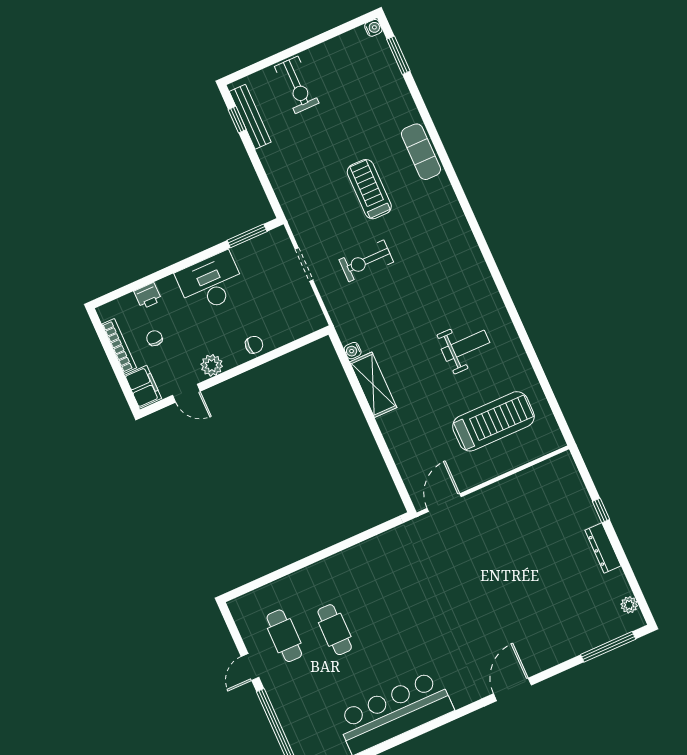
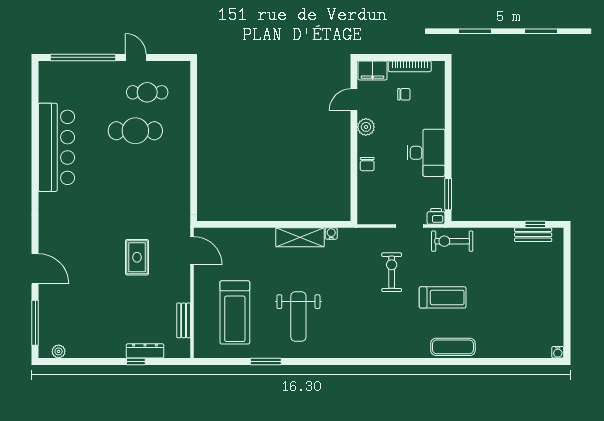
window: (398, 55) -> (266, 361), moved
exercise bike: (297, 85) -> (452, 241), moved
bench: (250, 117) -> (533, 235), width x0.73
printer: (148, 296) -> (436, 216), moved, turned 90
weight bench: (465, 346) -> (298, 317), width x1.36, depth x1.33
bench: (529, 476) -> (184, 320), added
dresser: (603, 548) -> (145, 351), moved
rug: (480, 563) -> (137, 257), added
cafe table: (335, 630) -> (135, 131), width x1.37, depth x1.35
door: (512, 689) -> (35, 269), moved

